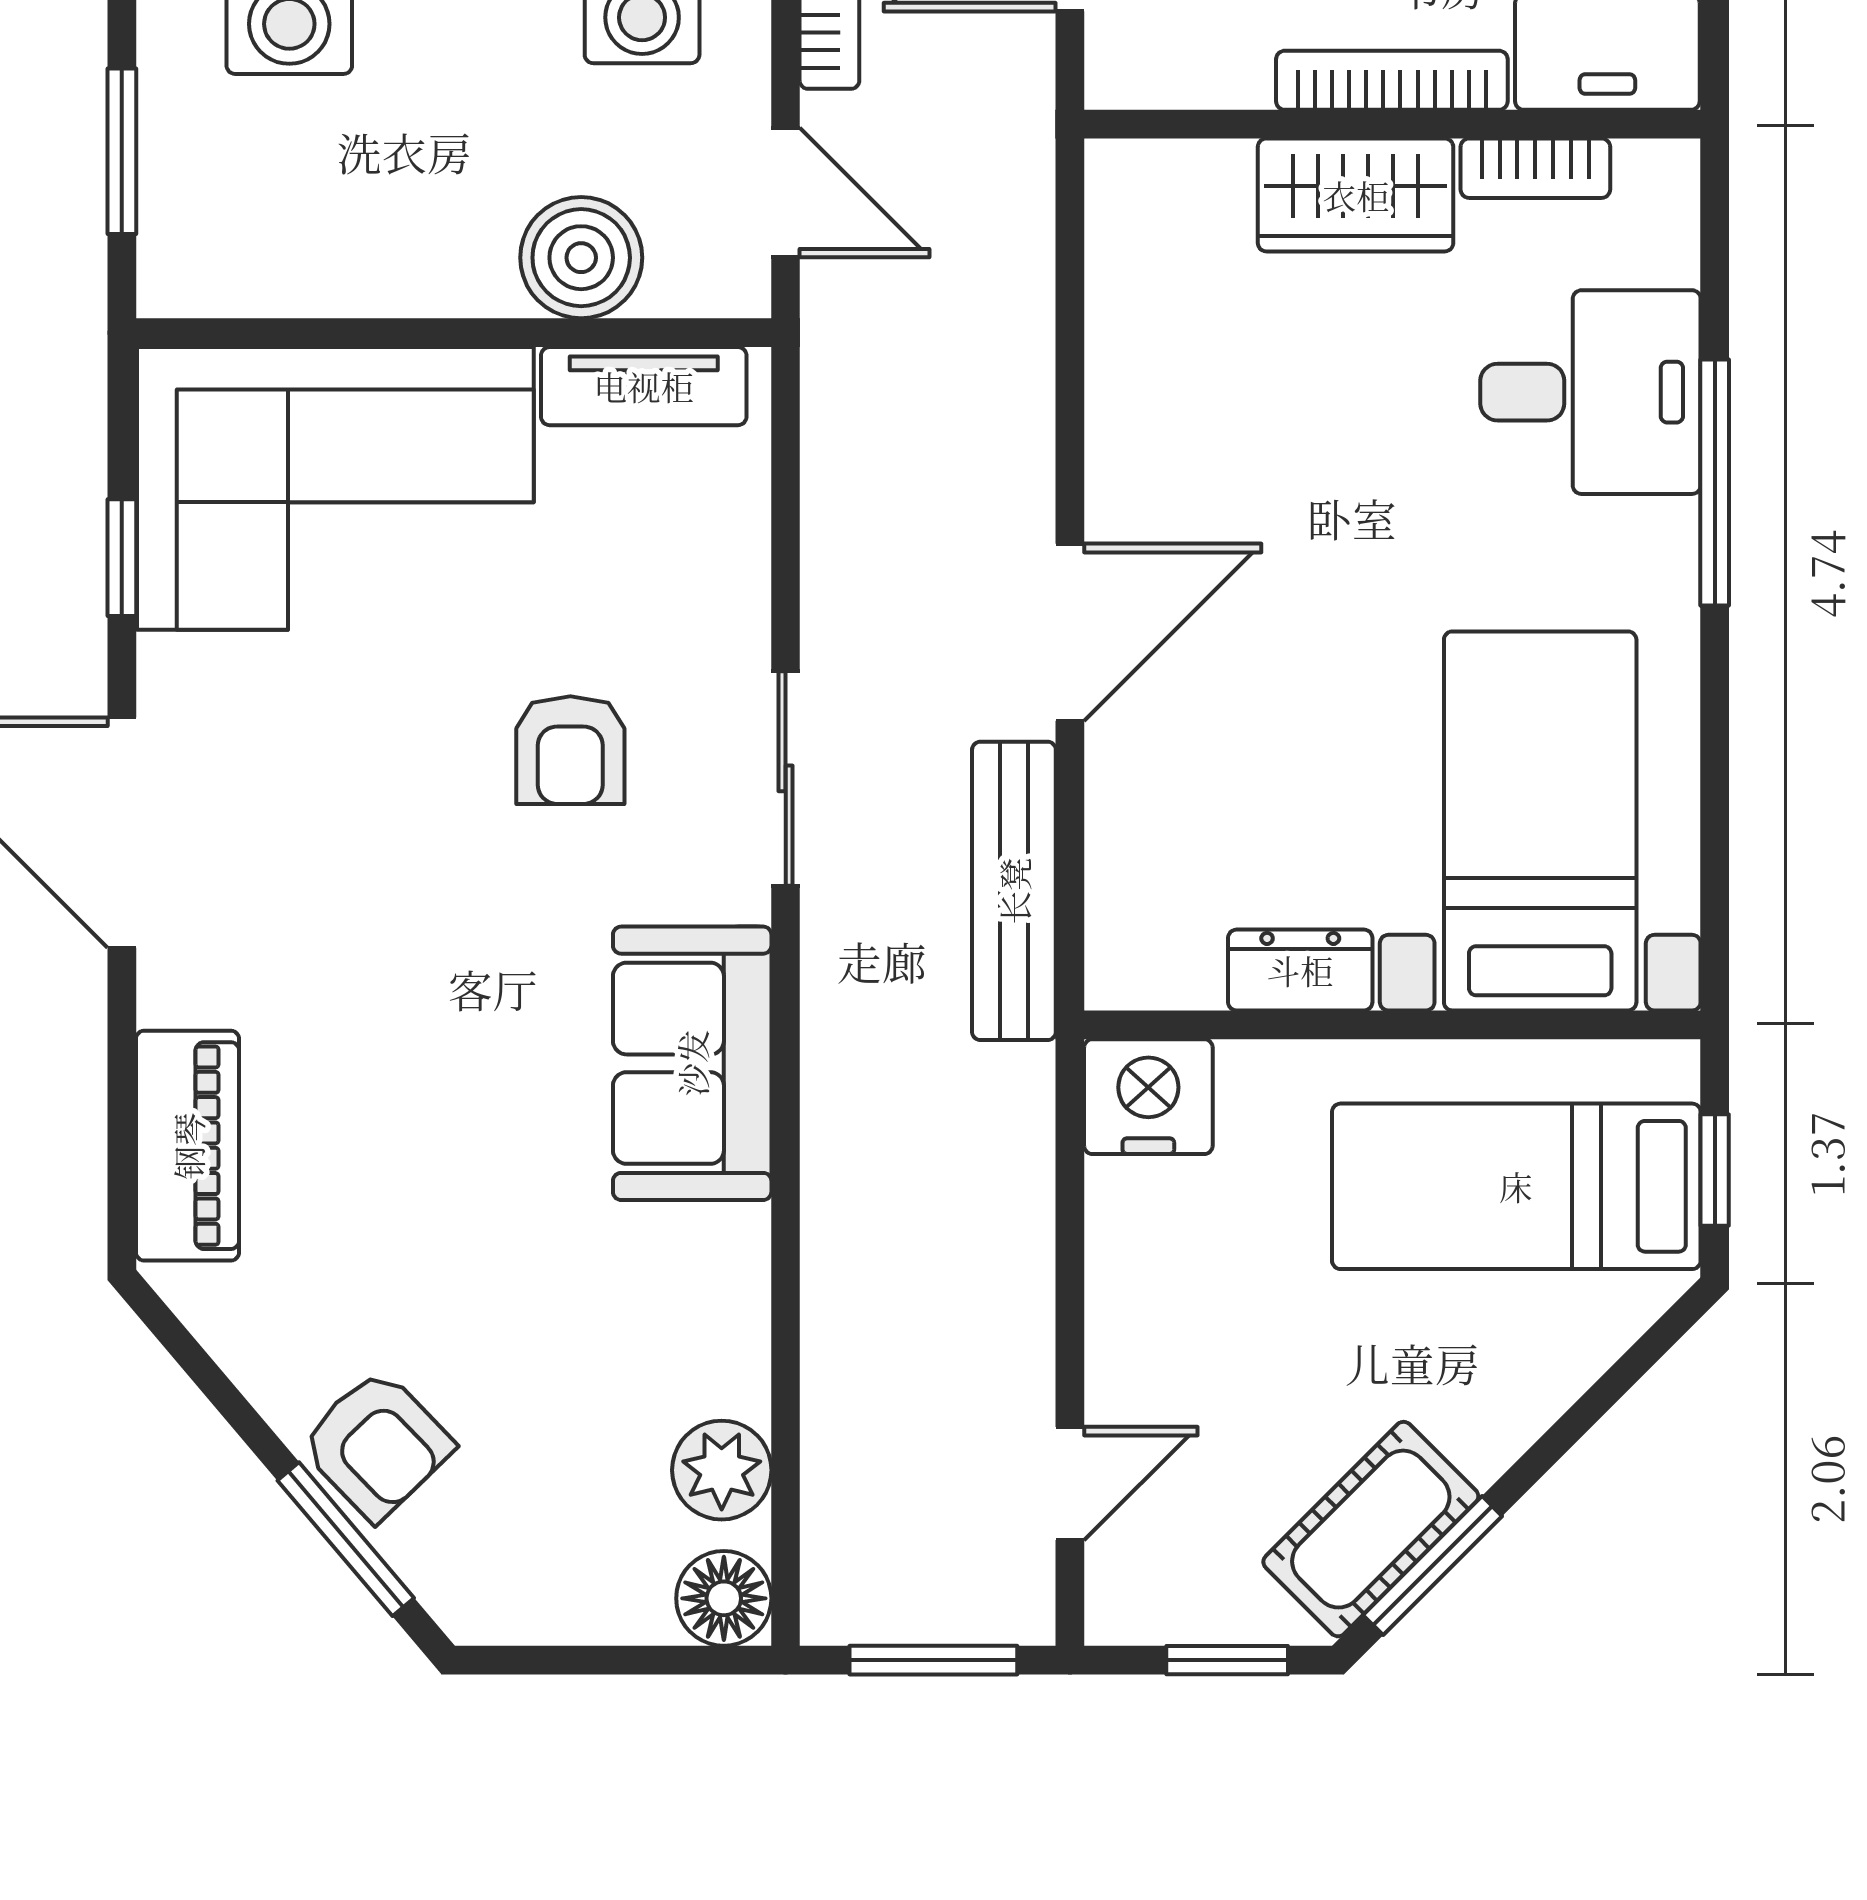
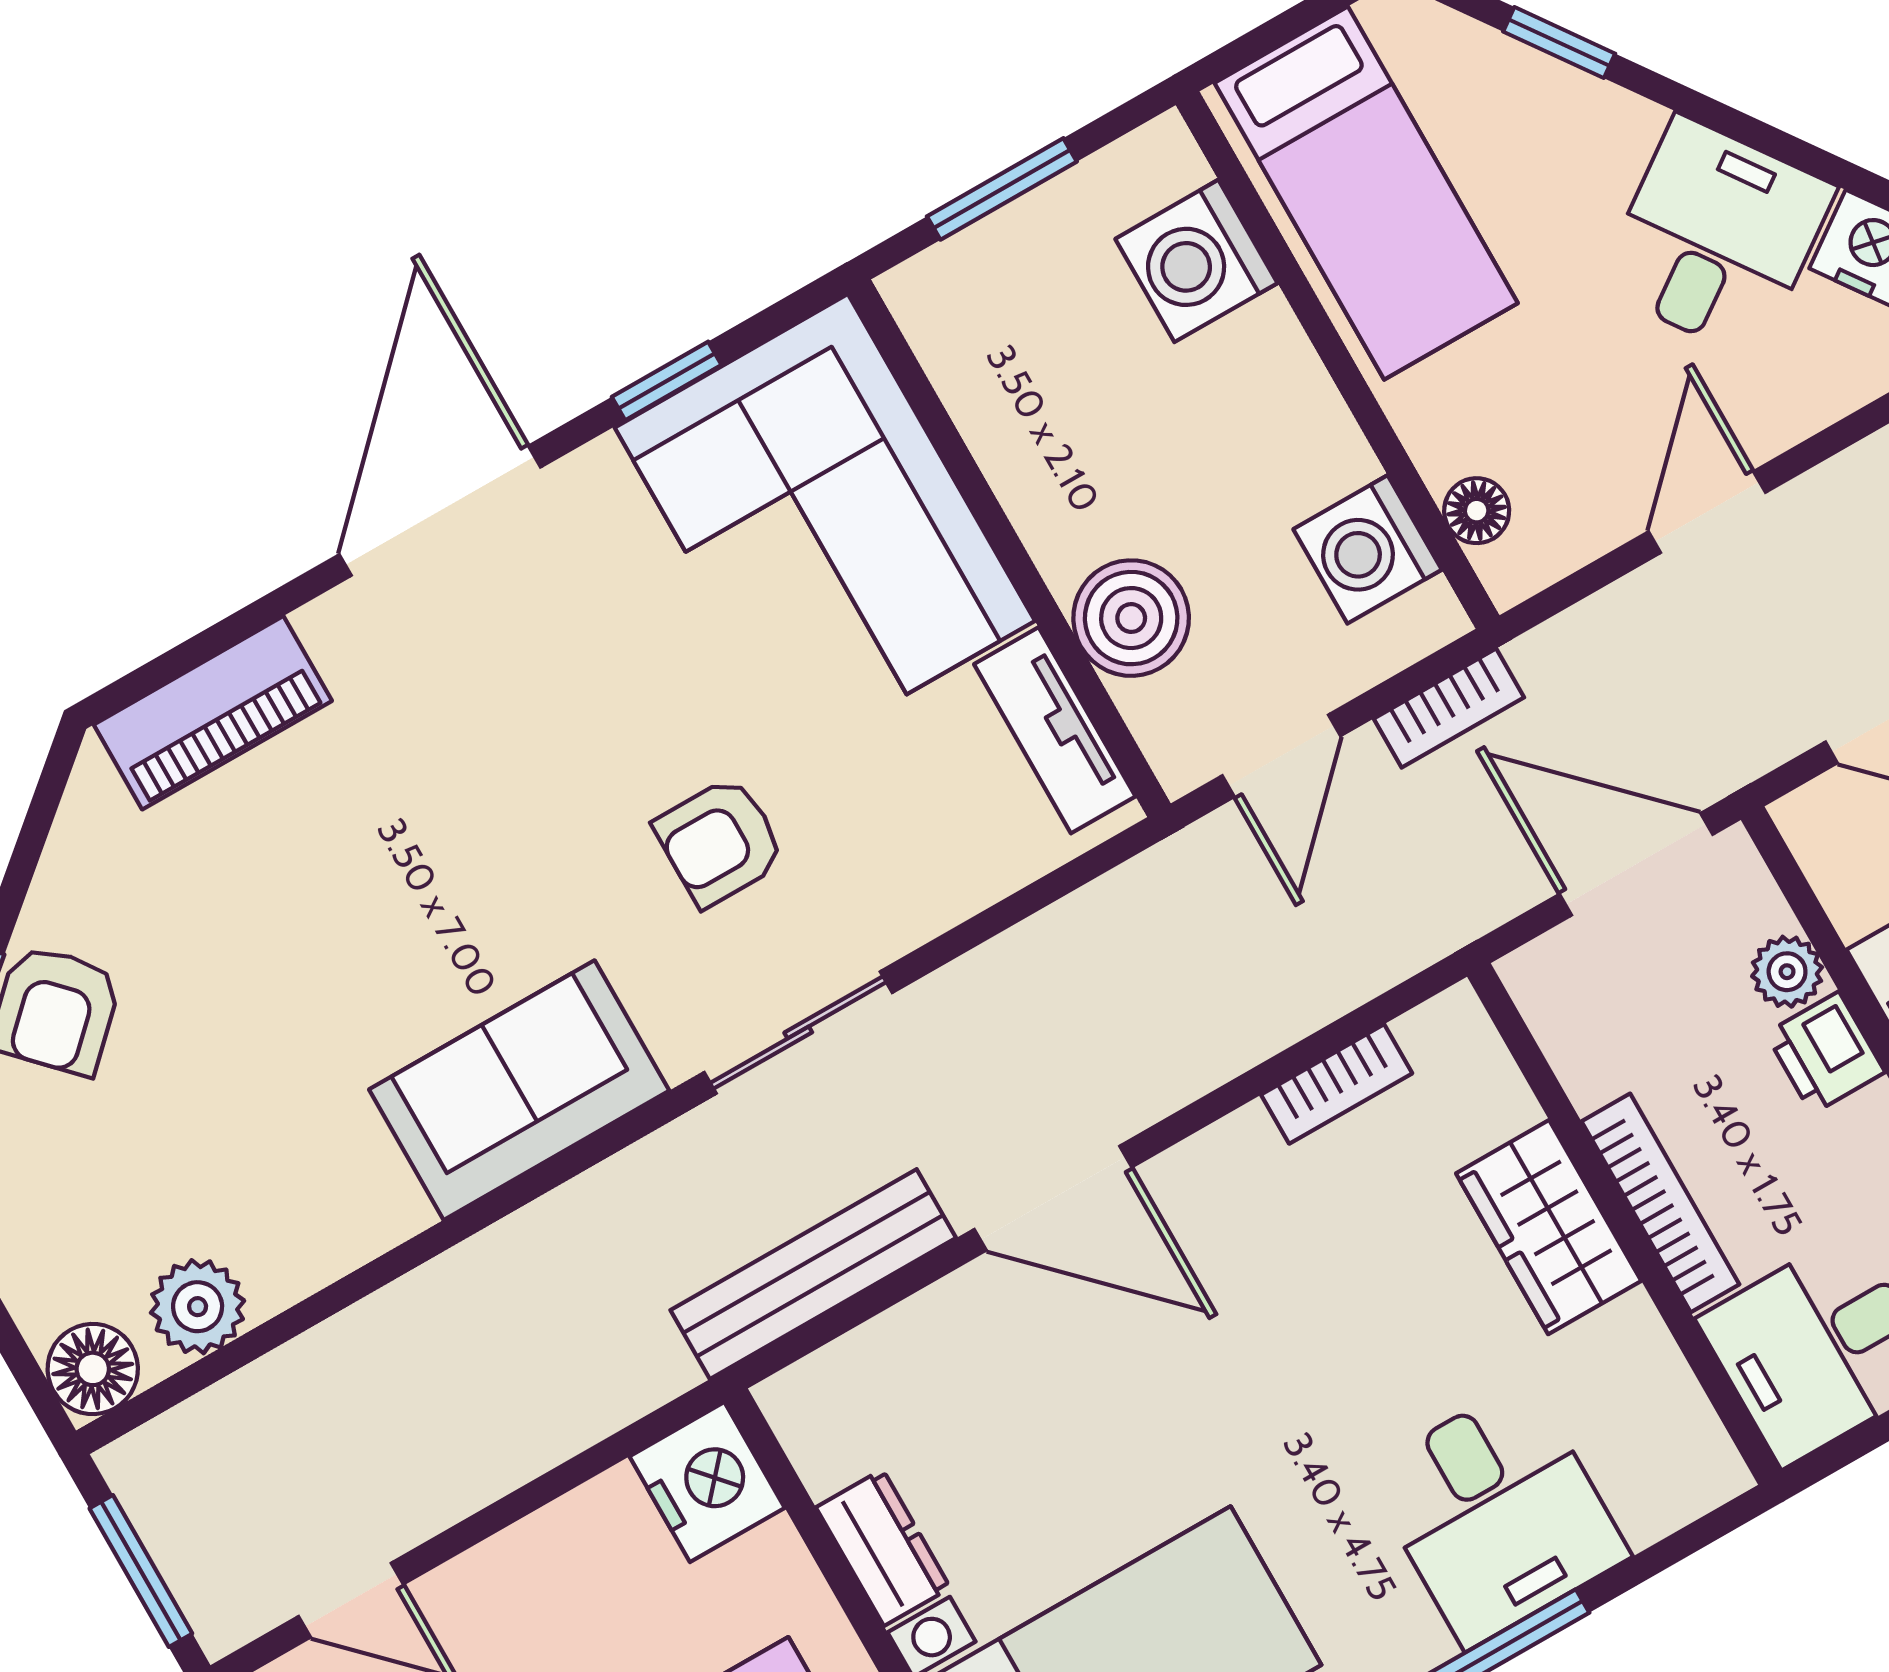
bookcase: (1535, 168) -> (1337, 1084), moved, turned -90

